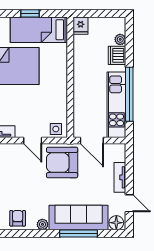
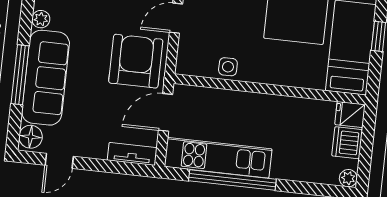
plant: (120, 39) -> (348, 178), moved
dishwasher: (117, 55) -> (347, 143), moved, turned -90
side table: (56, 129) -> (228, 67), moved
tv unit: (120, 177) -> (132, 154), moved

